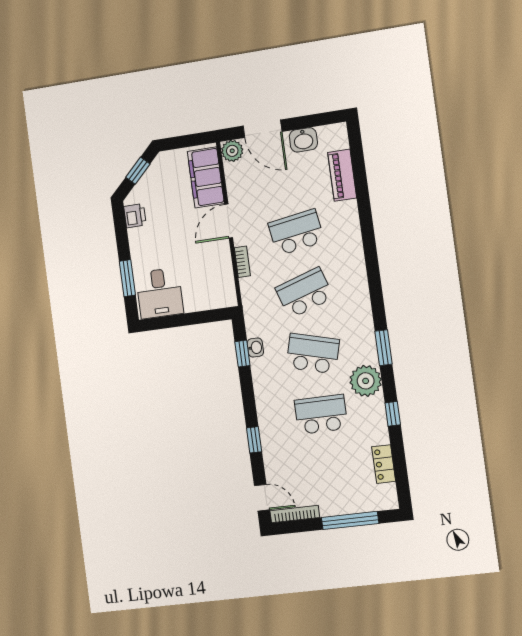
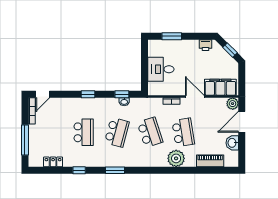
desk: (160, 293) -> (161, 69), moved
plant: (366, 381) -> (176, 158), moved
window: (254, 440) -> (88, 94), moved

